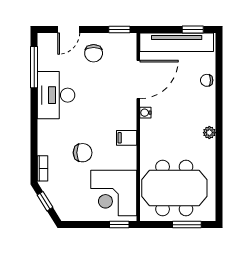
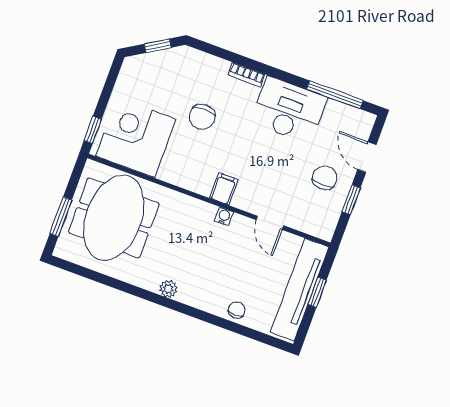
window: (119, 29) -> (351, 200), moved
window: (193, 29) -> (317, 292), moved
chair: (94, 53) -> (325, 178), turned 90
door: (138, 79) -> (270, 223), width x0.53
filing cabinet: (127, 138) -> (224, 189), moved
bookcase: (42, 168) -> (247, 75), moved

